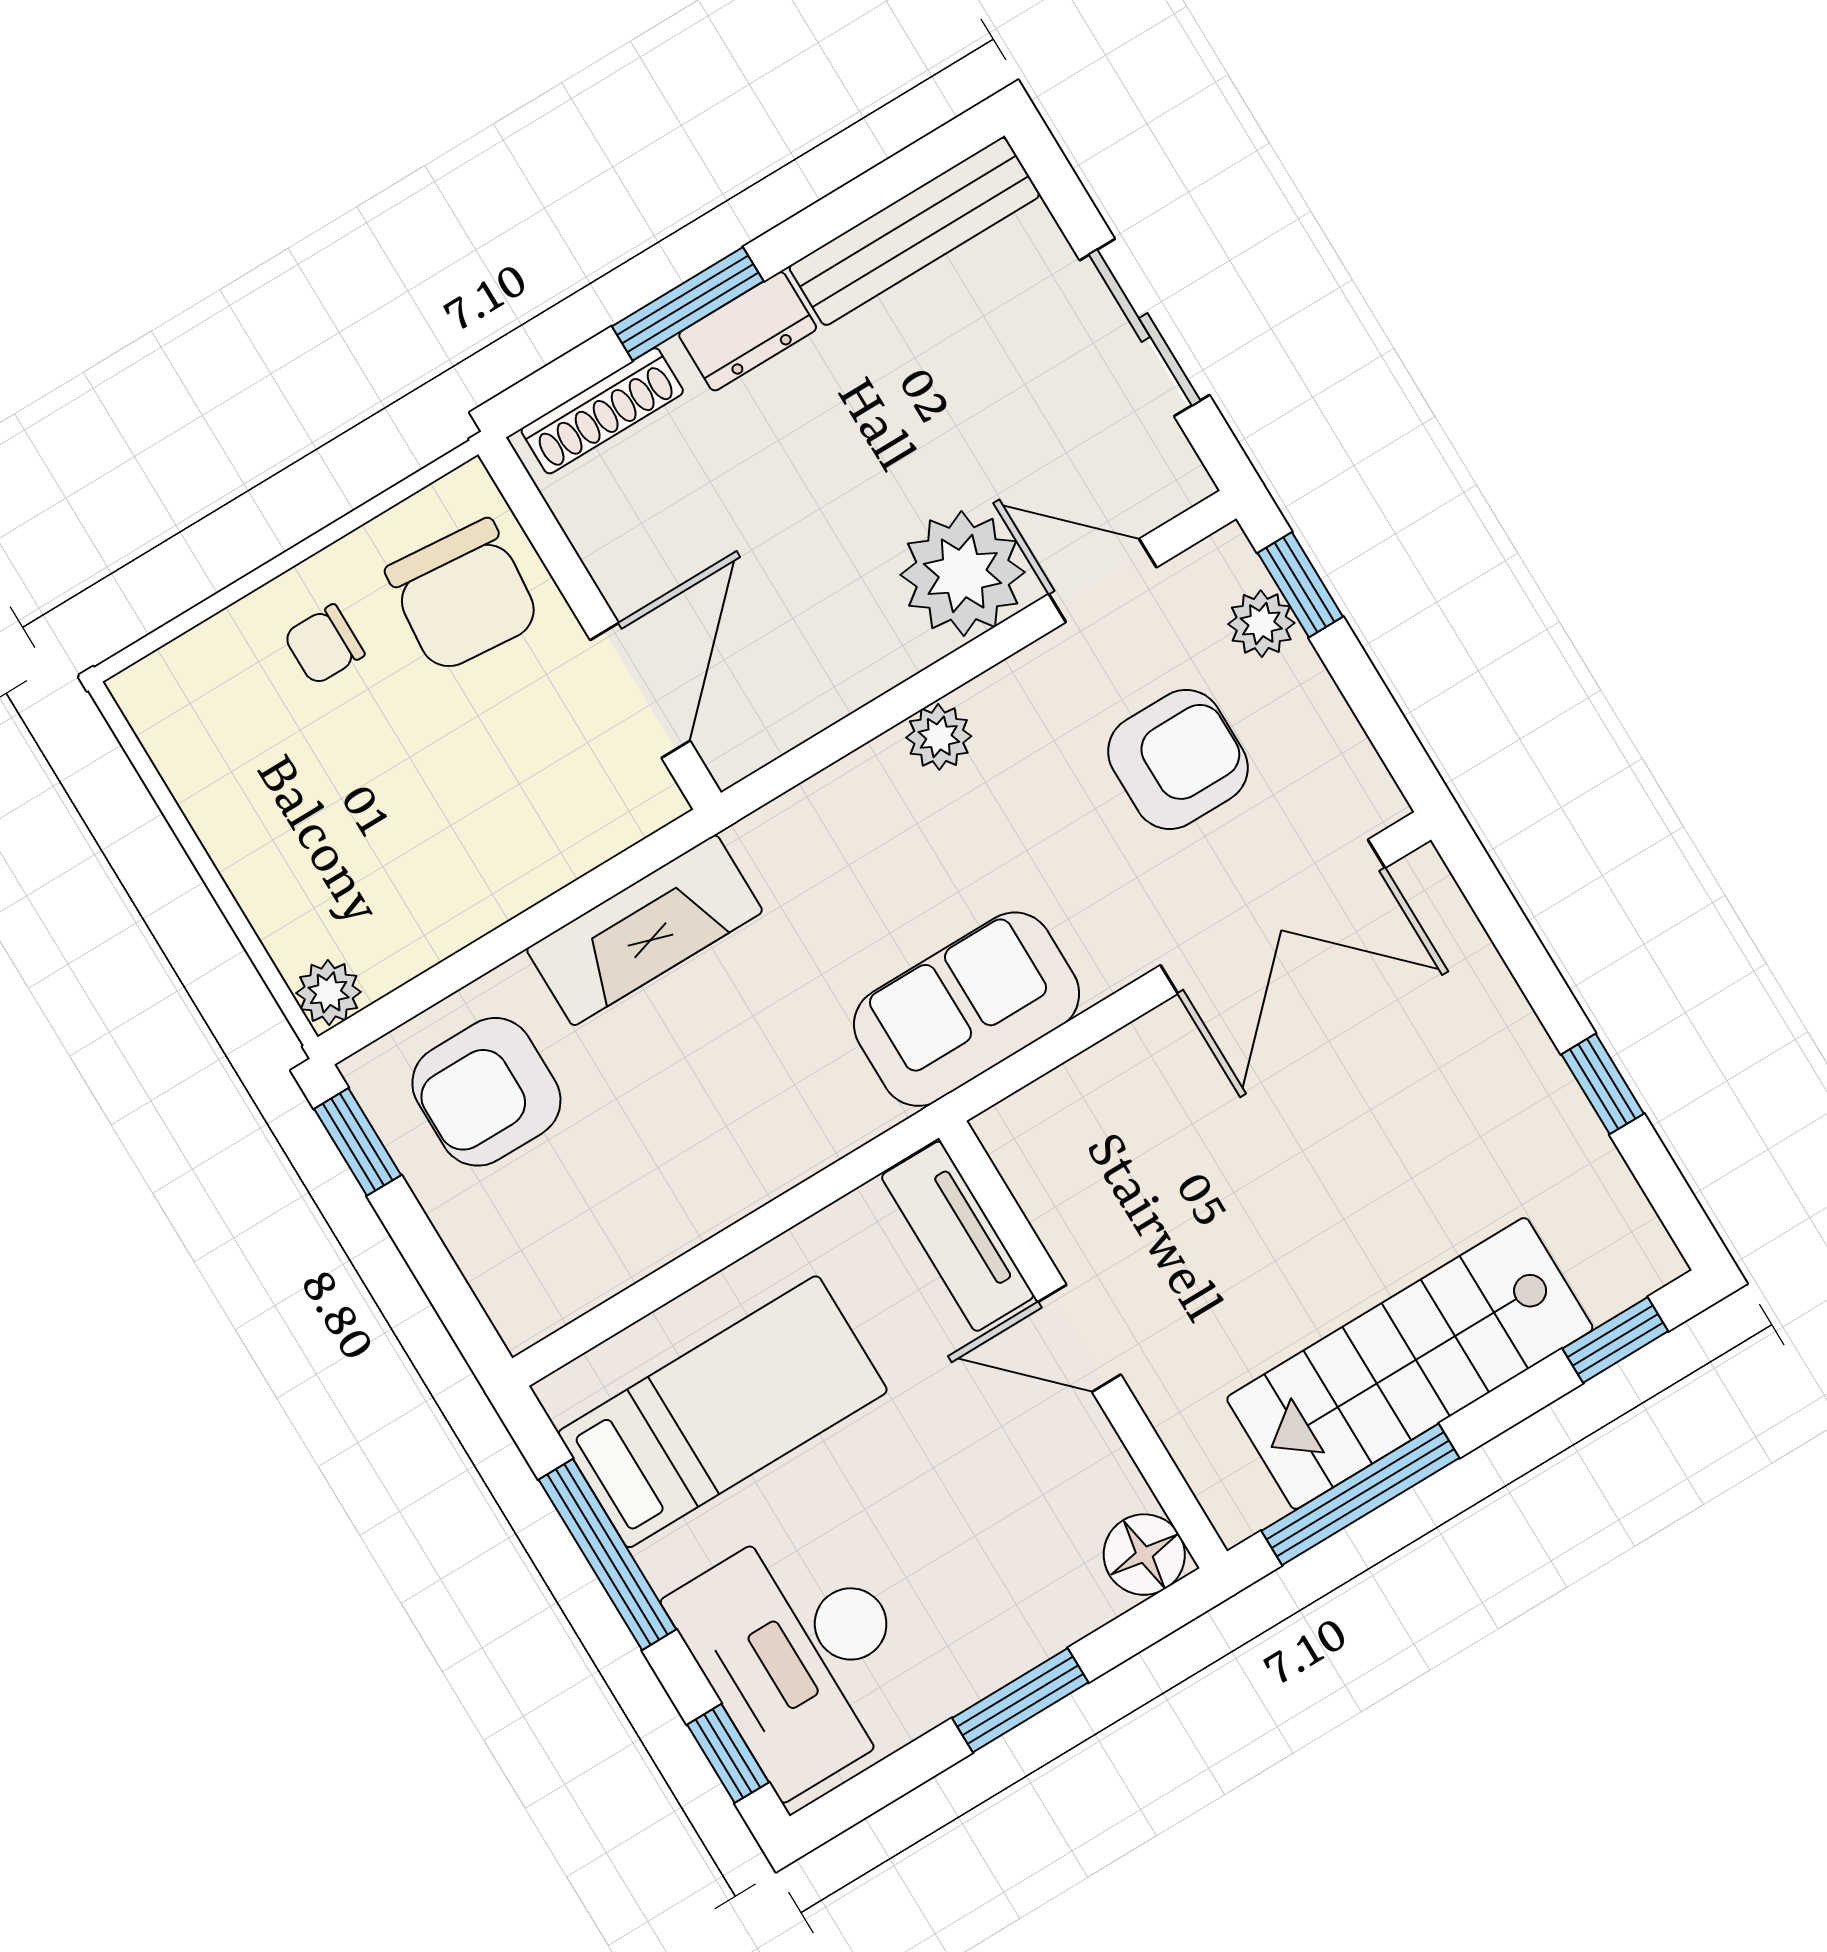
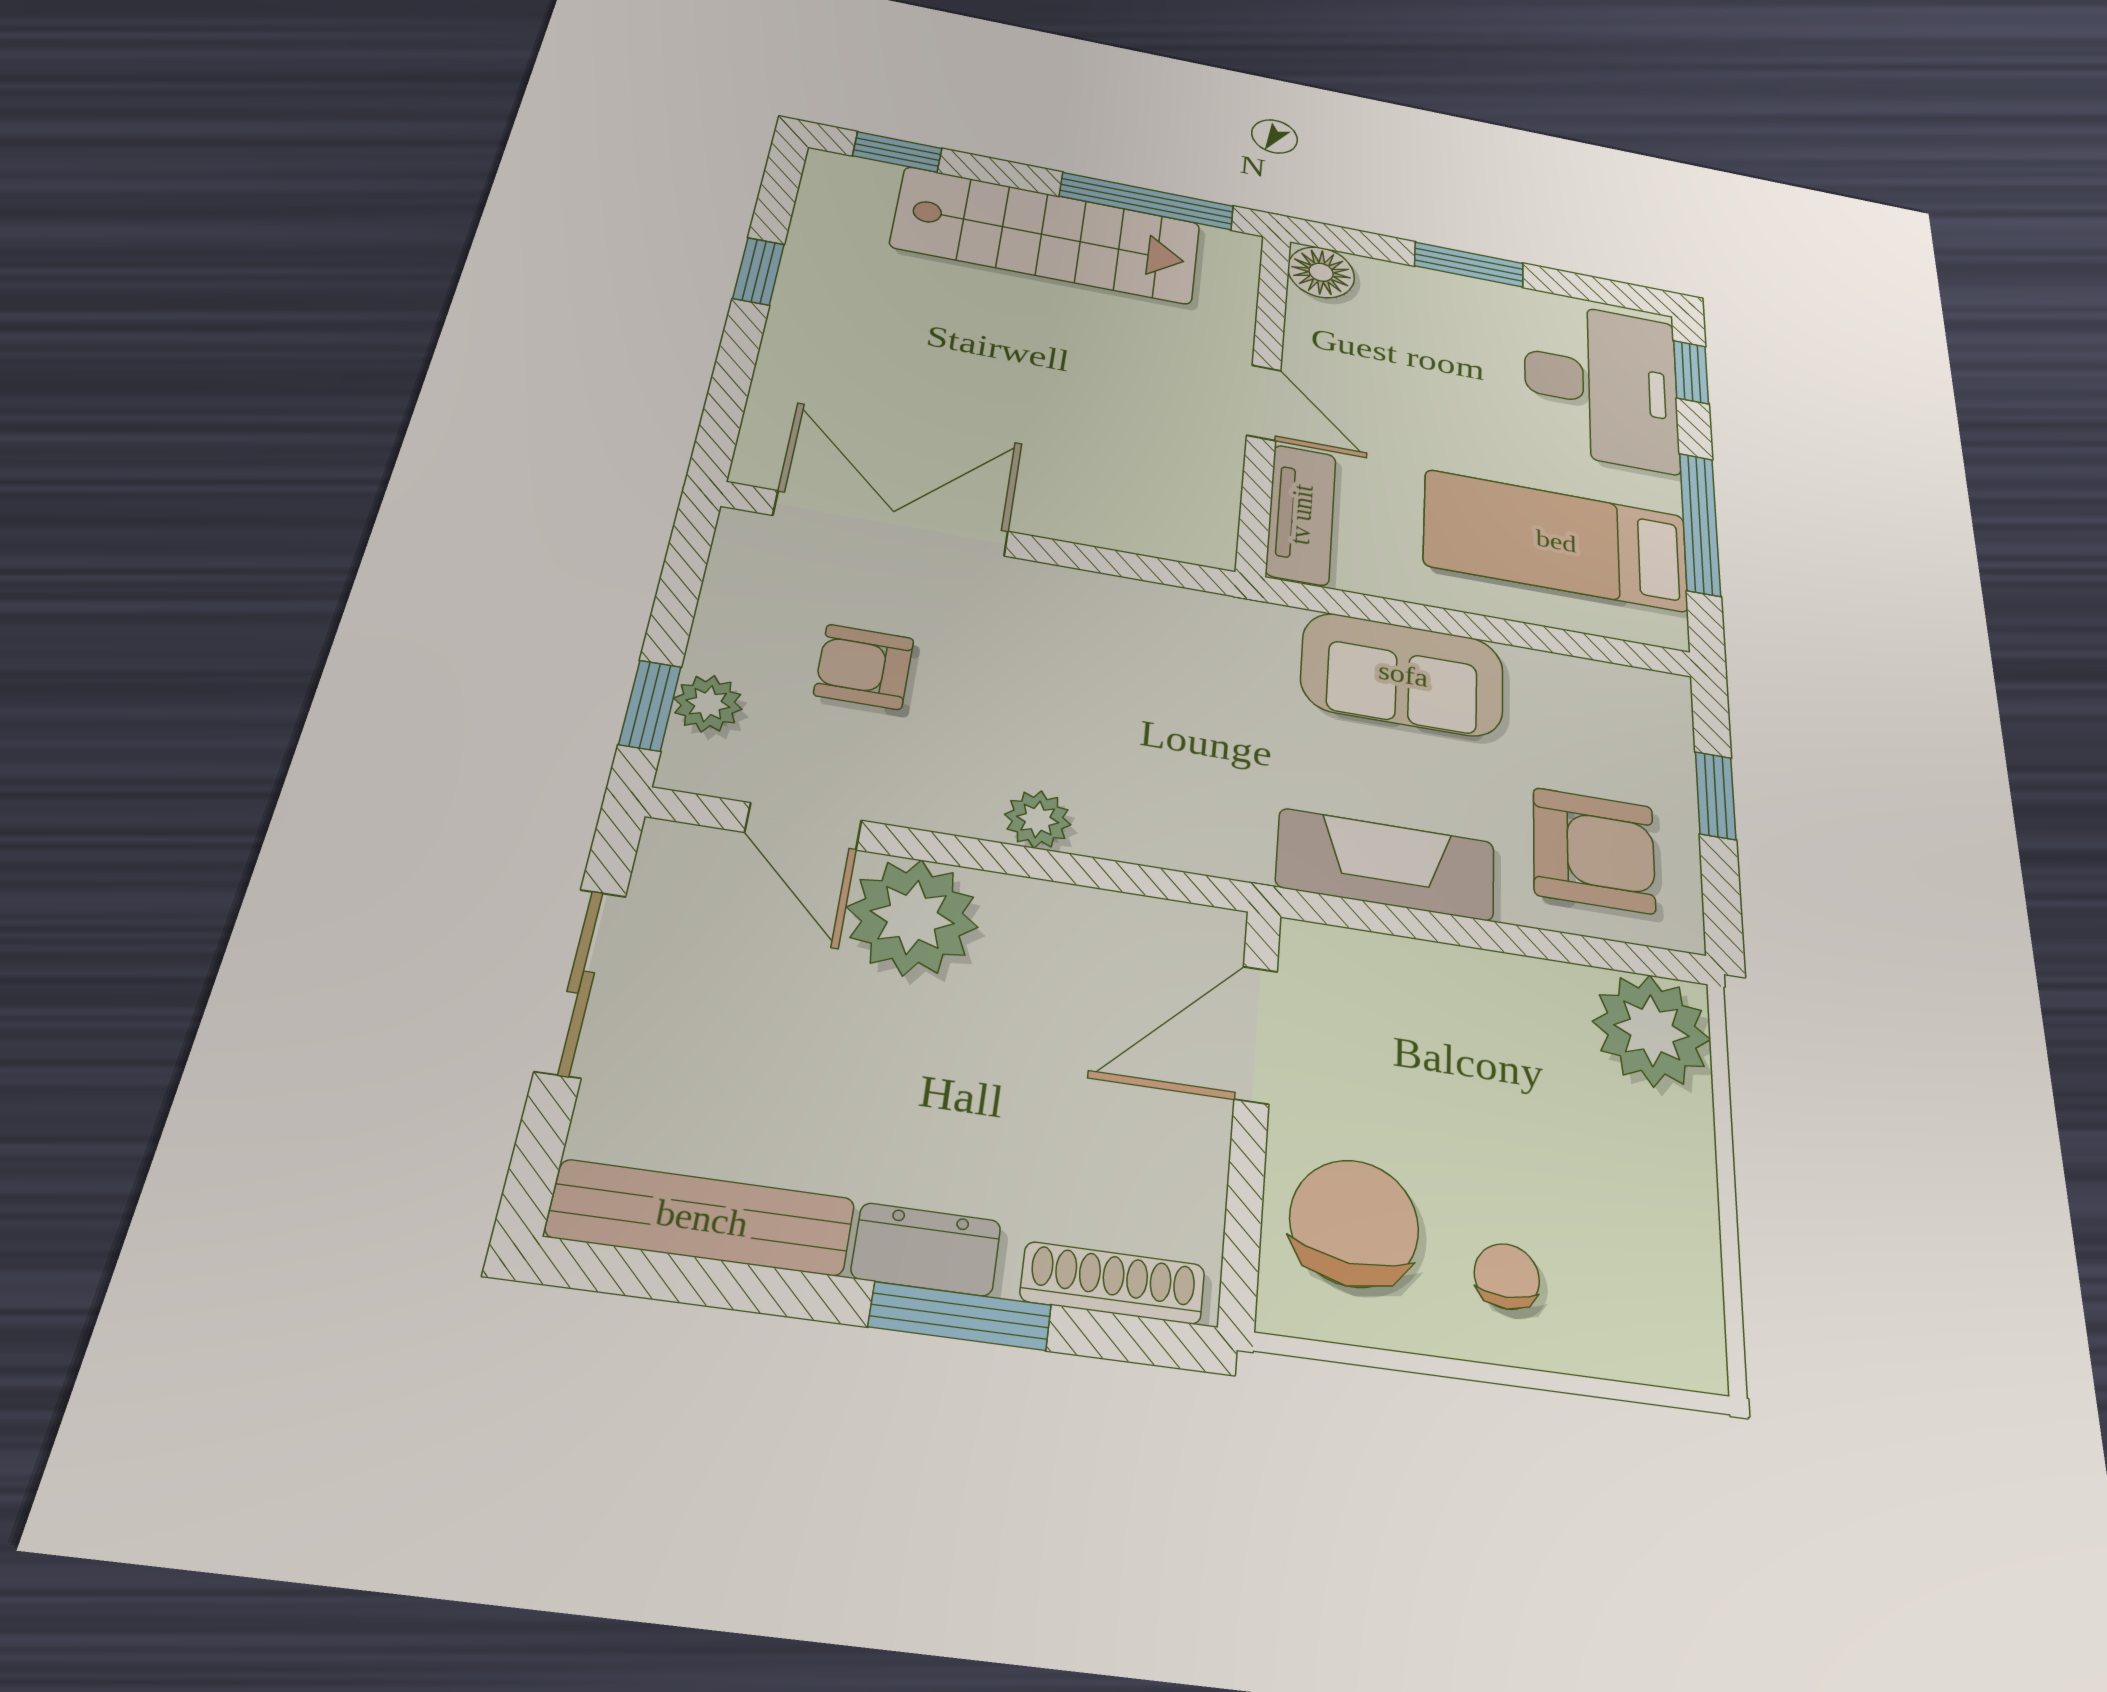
chair: (324, 645) -> (1507, 1276), turned -90
armchair: (1178, 759) -> (864, 667), width x0.72, depth x0.72
plant: (329, 992) -> (1652, 1030), width x1.87, depth x1.87
sofa: (967, 1009) -> (1403, 674), moved
window: (358, 1142) -> (1716, 796), moved

